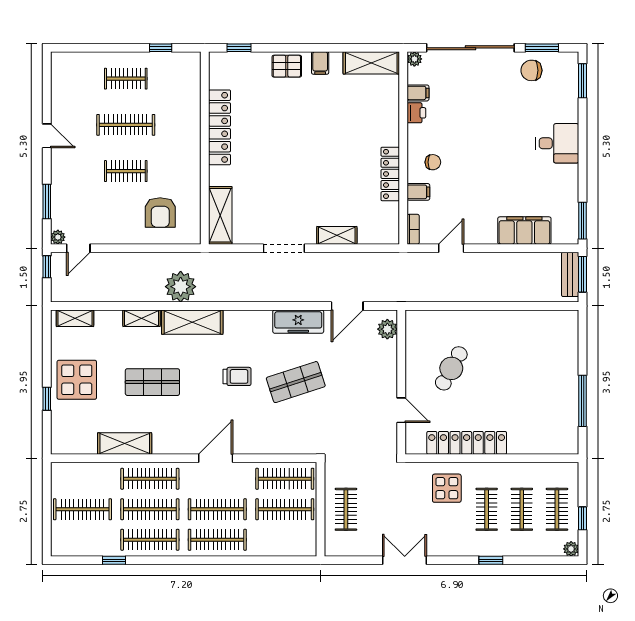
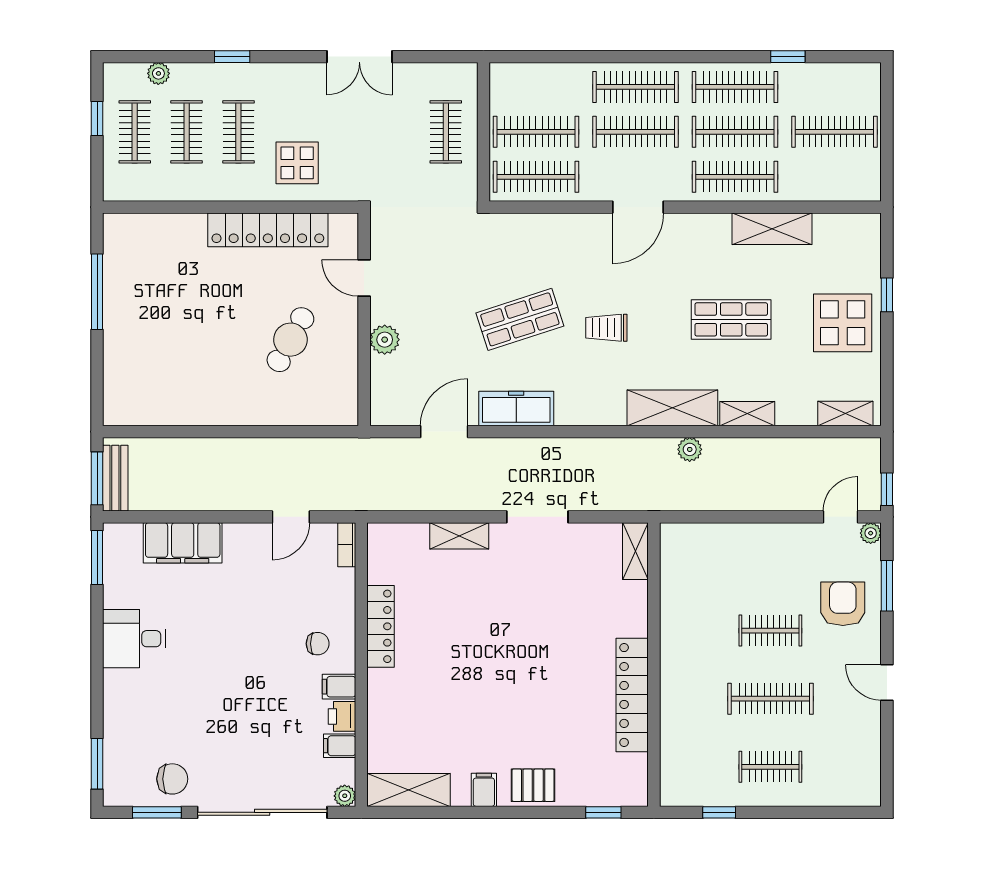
desk: (557, 143) -> (134, 639), moved
chair: (433, 162) -> (318, 644), turned 180
filing cabinet: (418, 192) -> (339, 687), moved
armchair: (160, 213) -> (843, 604), moved
shelving: (220, 215) -> (635, 551), width x0.67, depth x0.75
plant: (181, 287) -> (690, 449), width x0.53, depth x0.53
plant: (387, 329) -> (385, 340), moved
plant: (571, 549) -> (158, 73), moved

